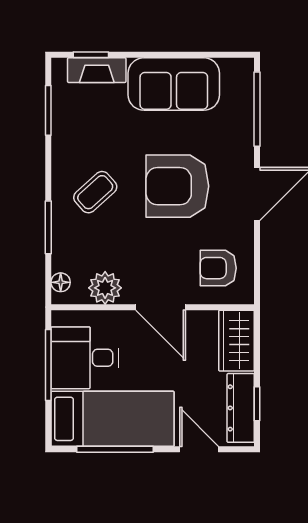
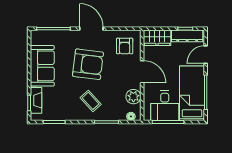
armchair: (177, 186) -> (88, 64), turned -83
door: (161, 307) -> (142, 72), hinge flipped

